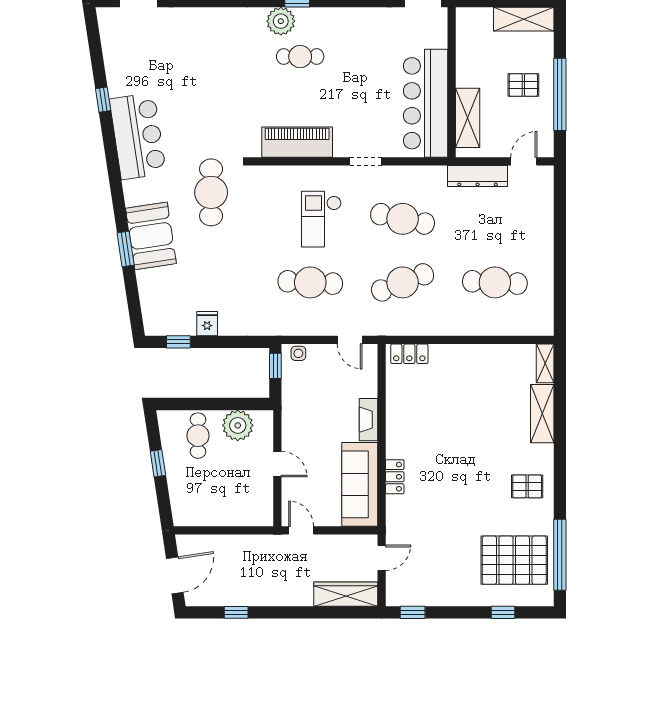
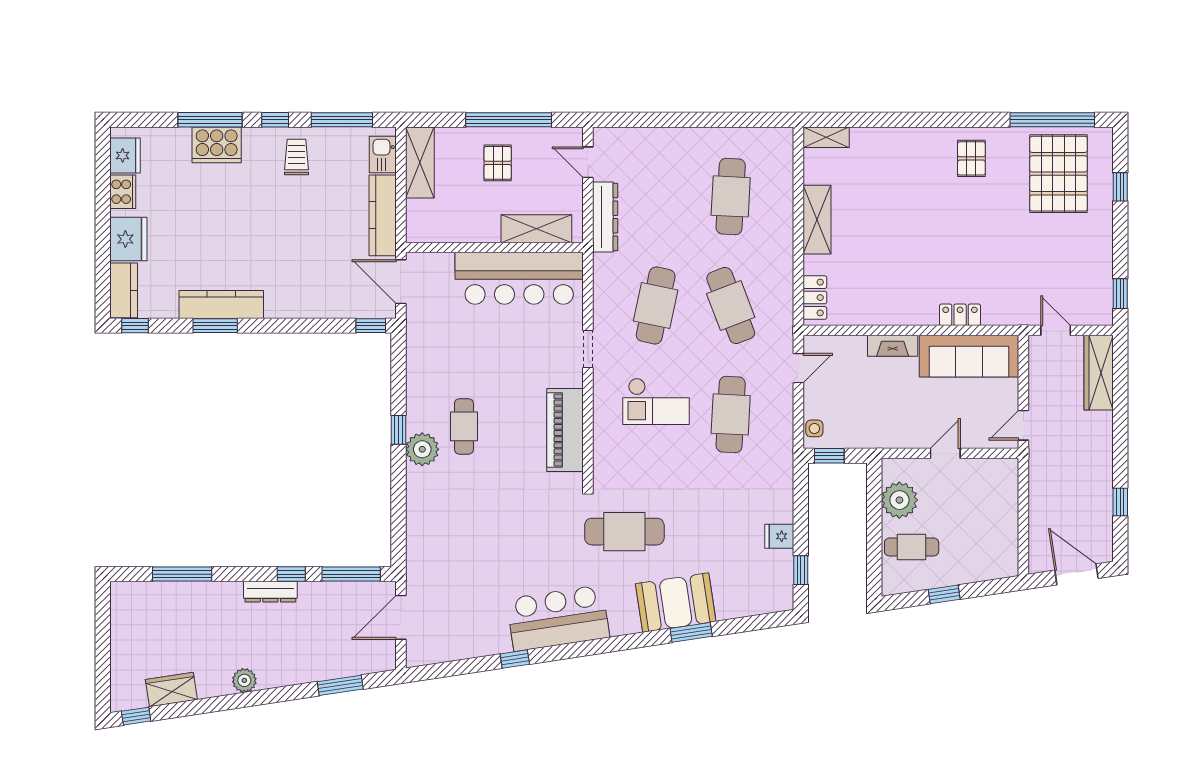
shelving: (542, 414) -> (817, 220), moved, turned 90

